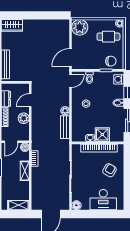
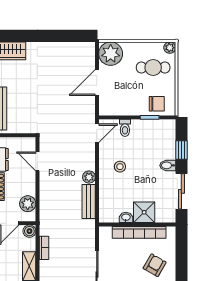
door: (71, 57) -> (97, 83), moved
washing machine: (119, 79) -> (168, 131), removed
door: (30, 100) -> (37, 161), hinge flipped
plant: (24, 118) -> (28, 204), moved

